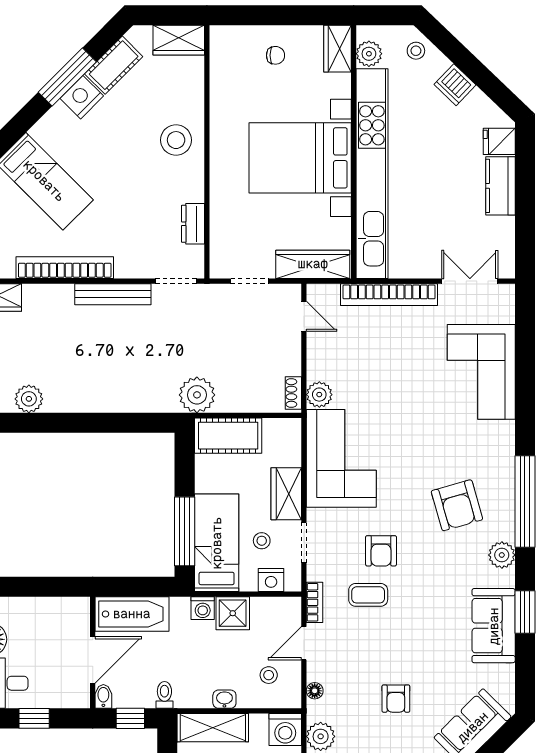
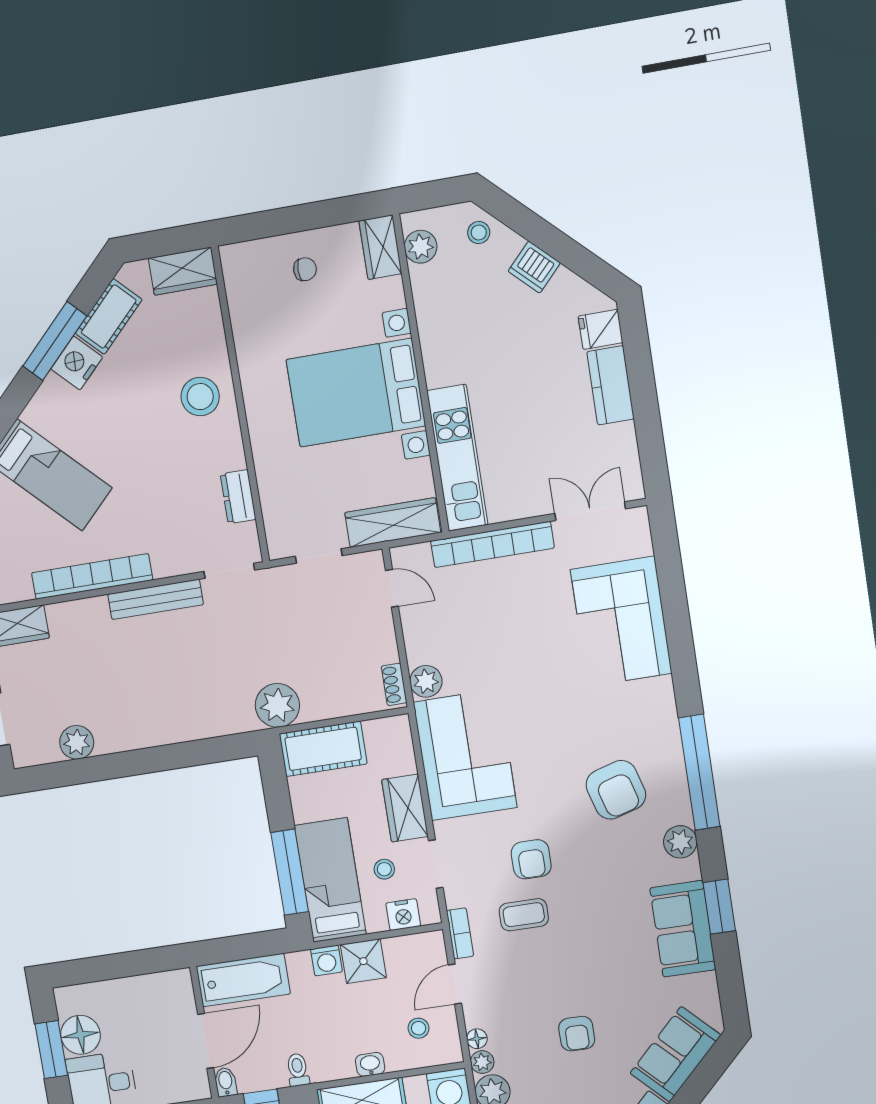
kitchen unit: (372, 174) -> (457, 458), width x0.54
plant: (316, 711) -> (482, 1062), added

